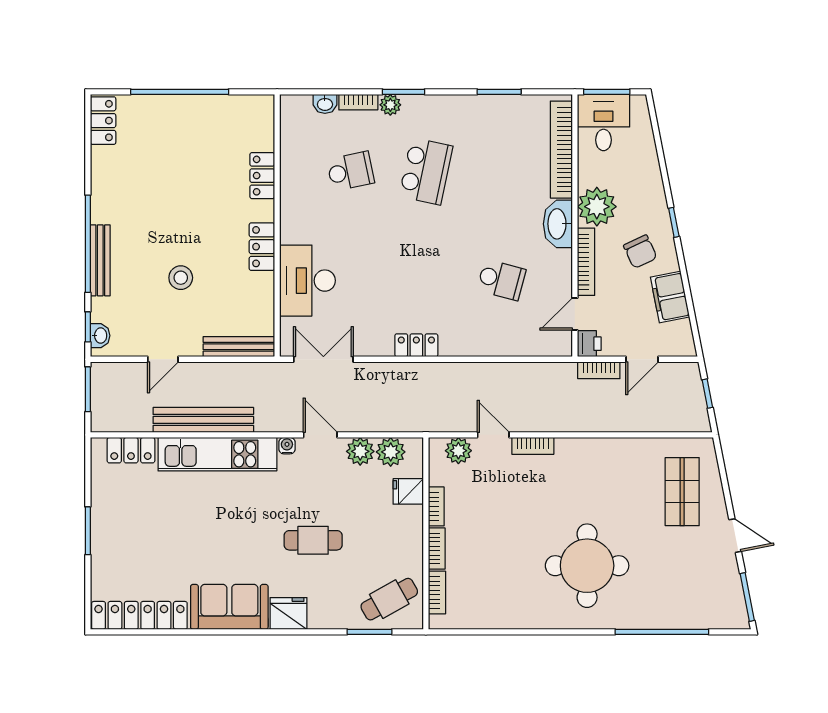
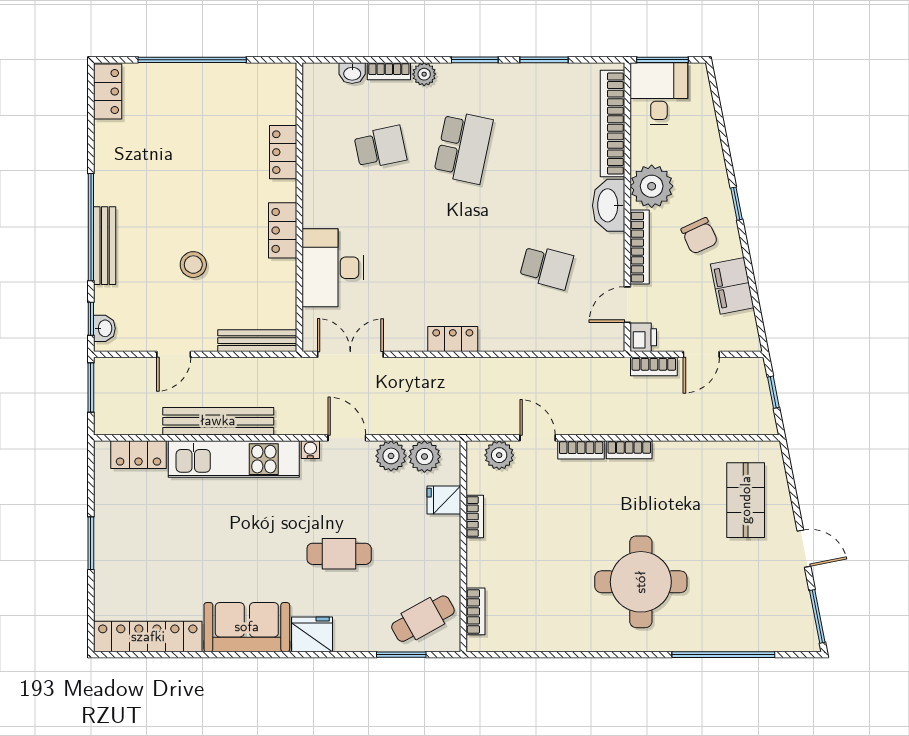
window: (404, 92) -> (475, 60), moved
bookcase: (437, 549) -> (629, 450), moved, turned 90

